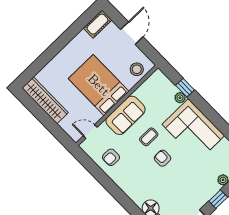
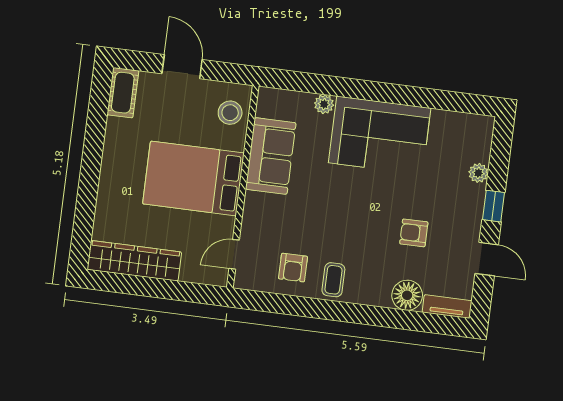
window: (185, 88) -> (320, 84), removed
sofa: (126, 115) -> (271, 156), moved
coffee table: (149, 137) -> (333, 280), moved
armchair: (162, 158) -> (414, 233), moved

